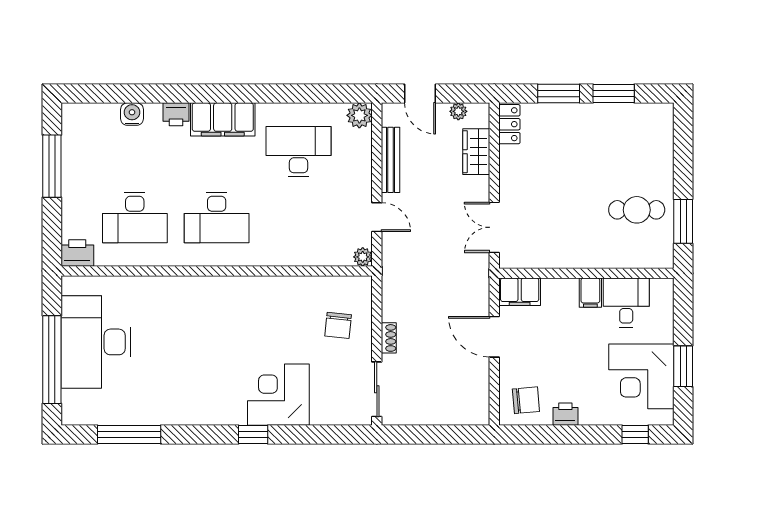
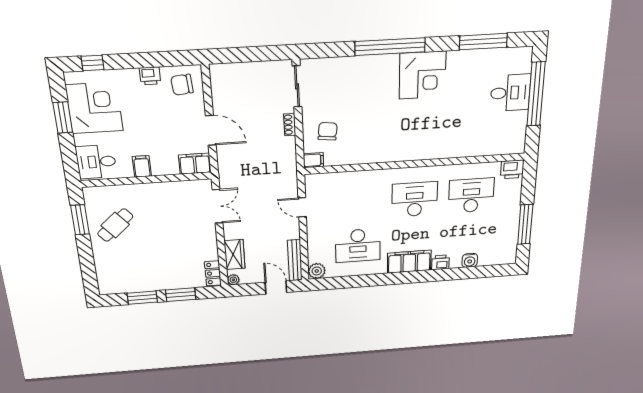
plant: (458, 111) -> (233, 280), moved
bench: (391, 160) -> (295, 260), moved
cafe table: (637, 210) -> (115, 225), turned -41
plant: (363, 257) -> (311, 180), removed
filing cabinet: (359, 286) -> (313, 160), added
desk: (626, 303) -> (96, 162), moved, turned 90
desk: (96, 342) -> (510, 93), width x0.53, depth x0.77
corner desk: (278, 395) -> (423, 75), moved
window: (253, 435) -> (390, 47), width x3.17

